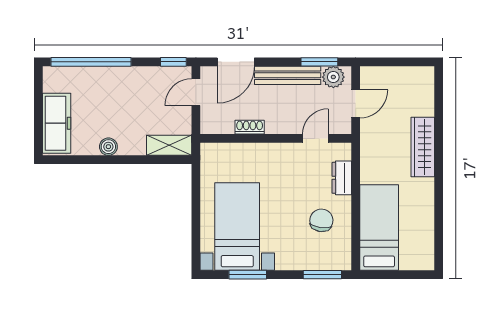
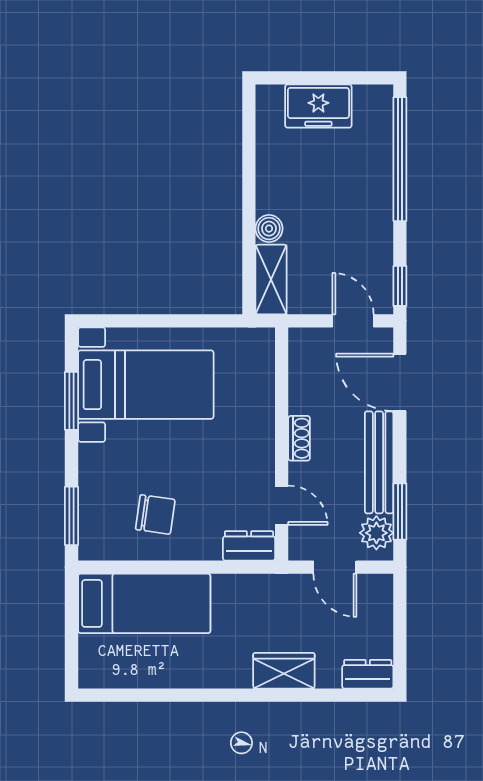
dresser: (425, 83) -> (368, 674), added
freezer: (57, 123) -> (318, 106), width x0.71
shoe rack: (250, 127) -> (299, 438), moved
boiler: (108, 147) -> (269, 229), moved
wardrobe: (423, 147) -> (284, 671), width x0.67
dresser: (342, 178) -> (249, 546), moved

